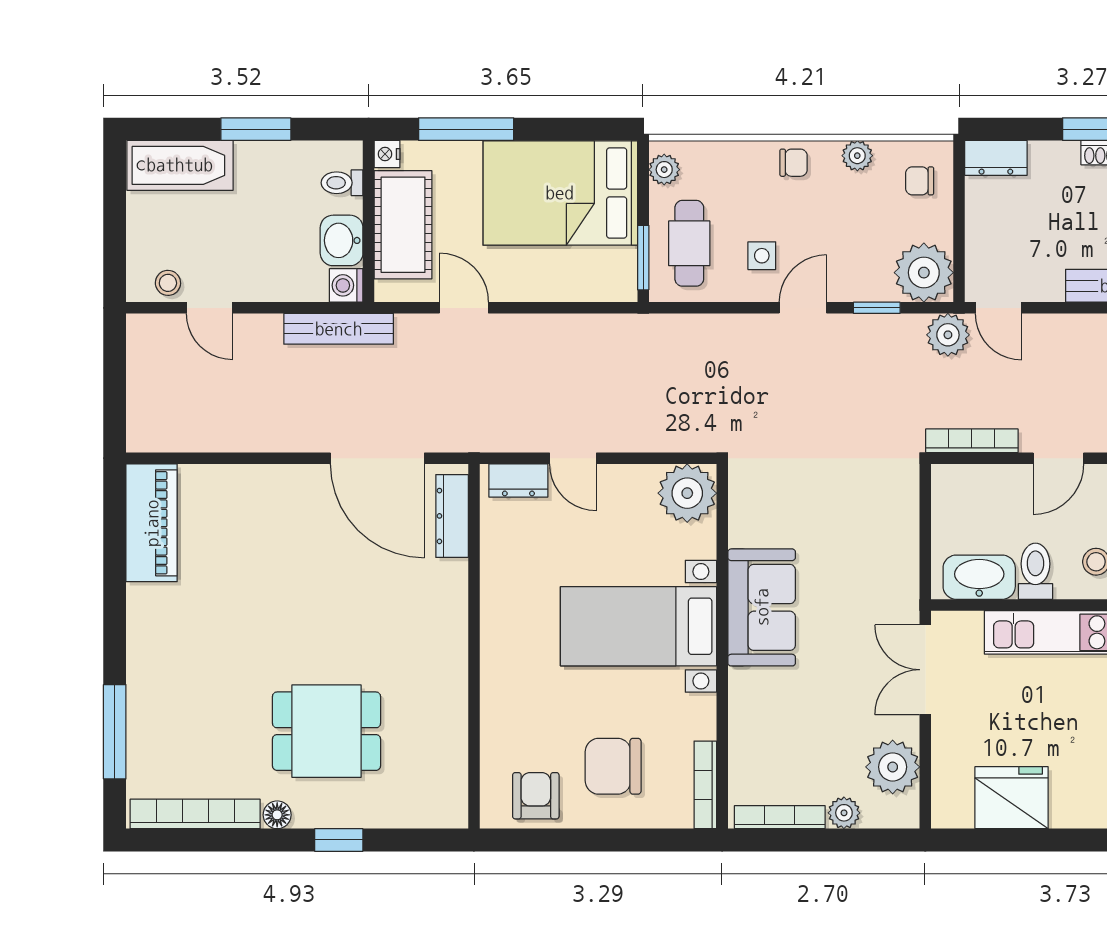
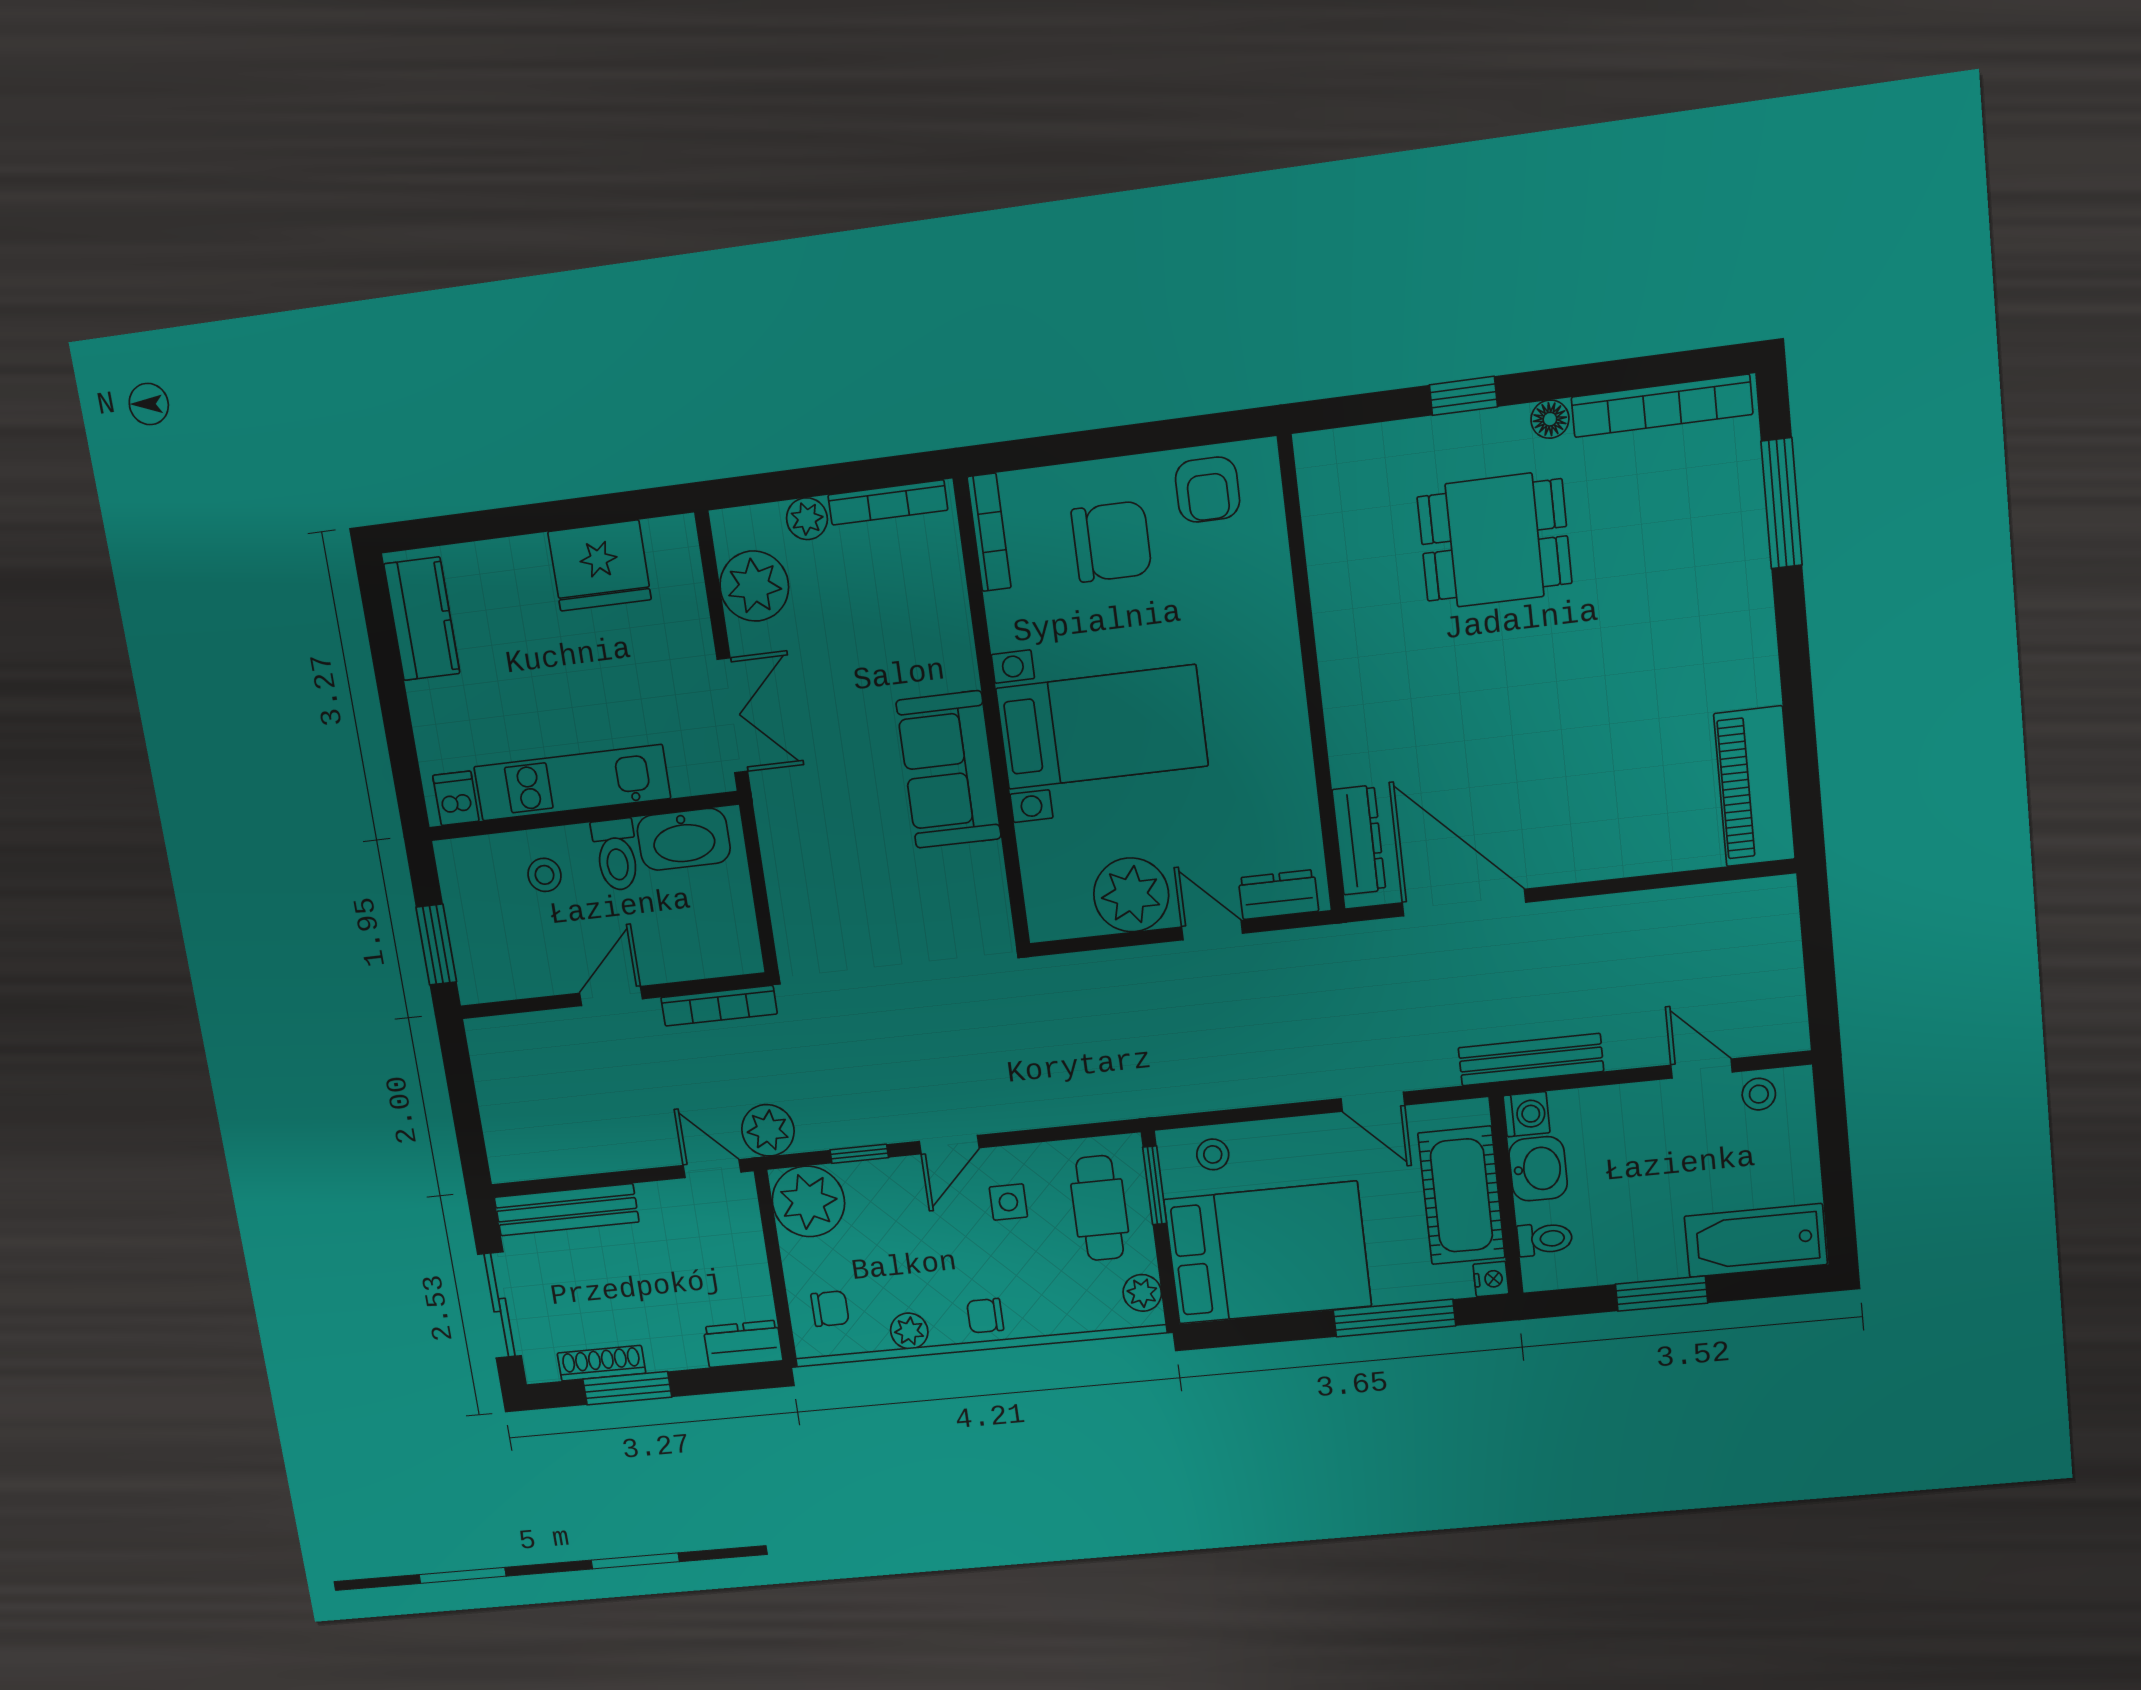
stool: (594, 278) -> (1213, 1154), added
plant: (687, 493) -> (1131, 895), moved

